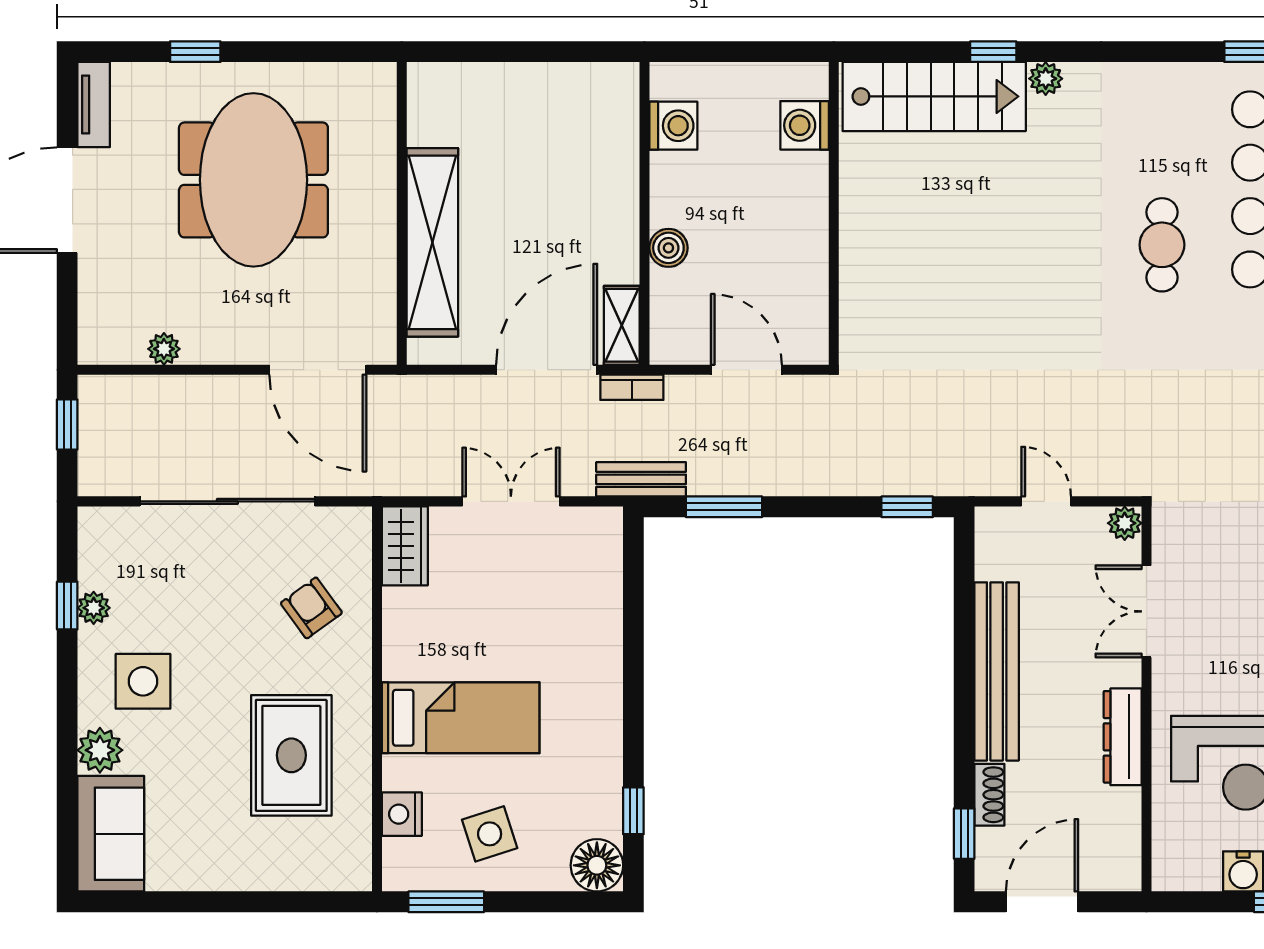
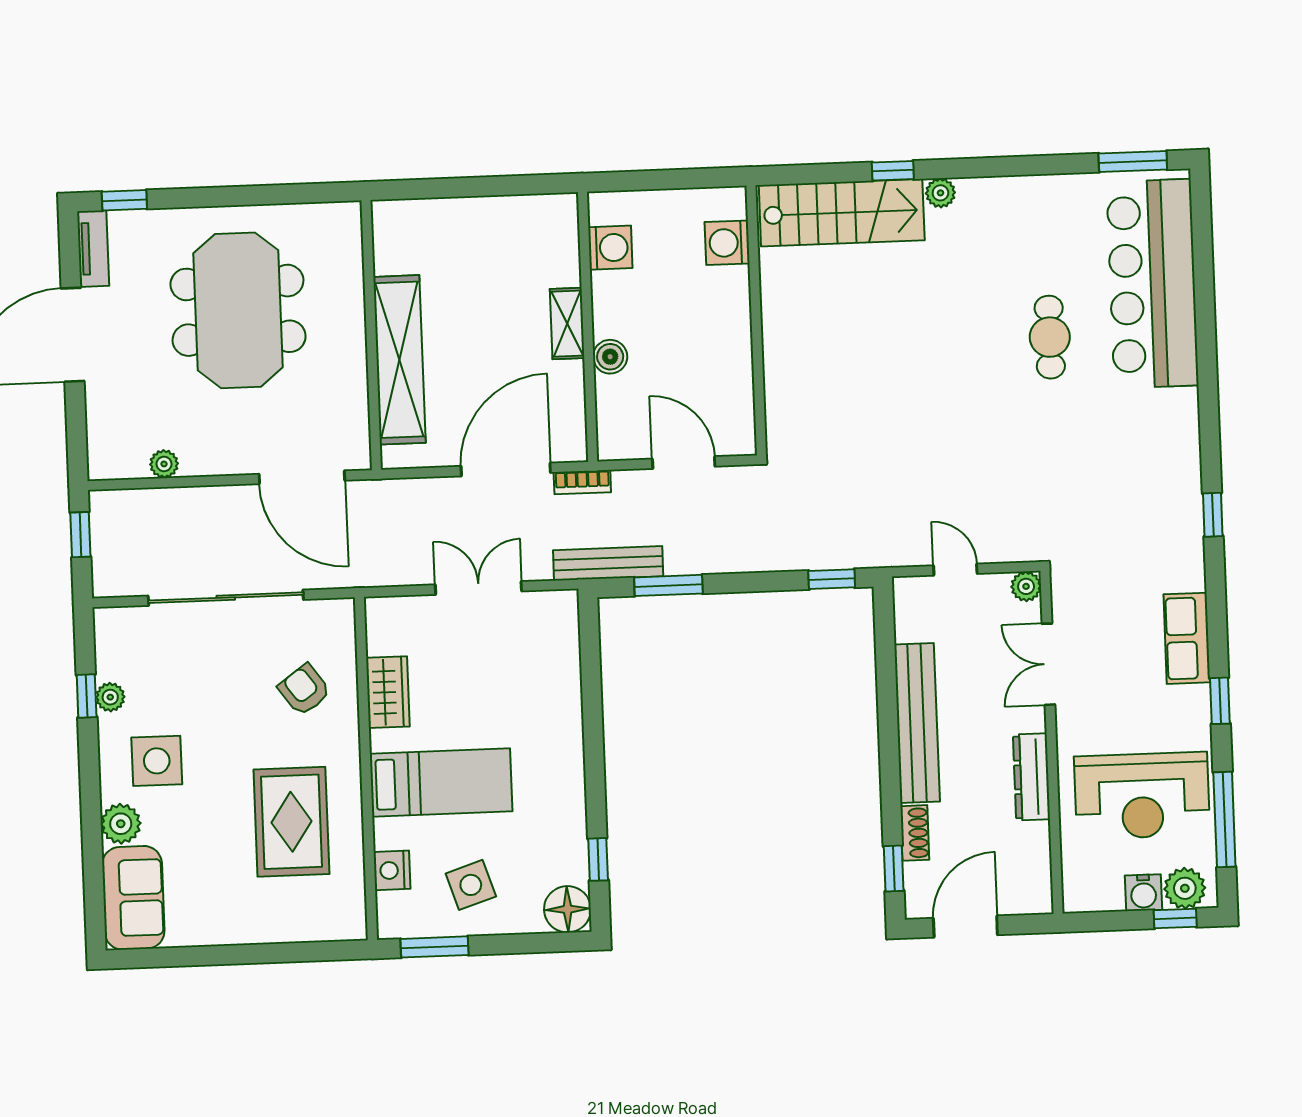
window: (195, 52) -> (124, 200), moved
shelving: (622, 325) -> (567, 324), moved
bench: (641, 479) -> (608, 563), width x1.36
wardrobe: (405, 546) -> (388, 692), moved

